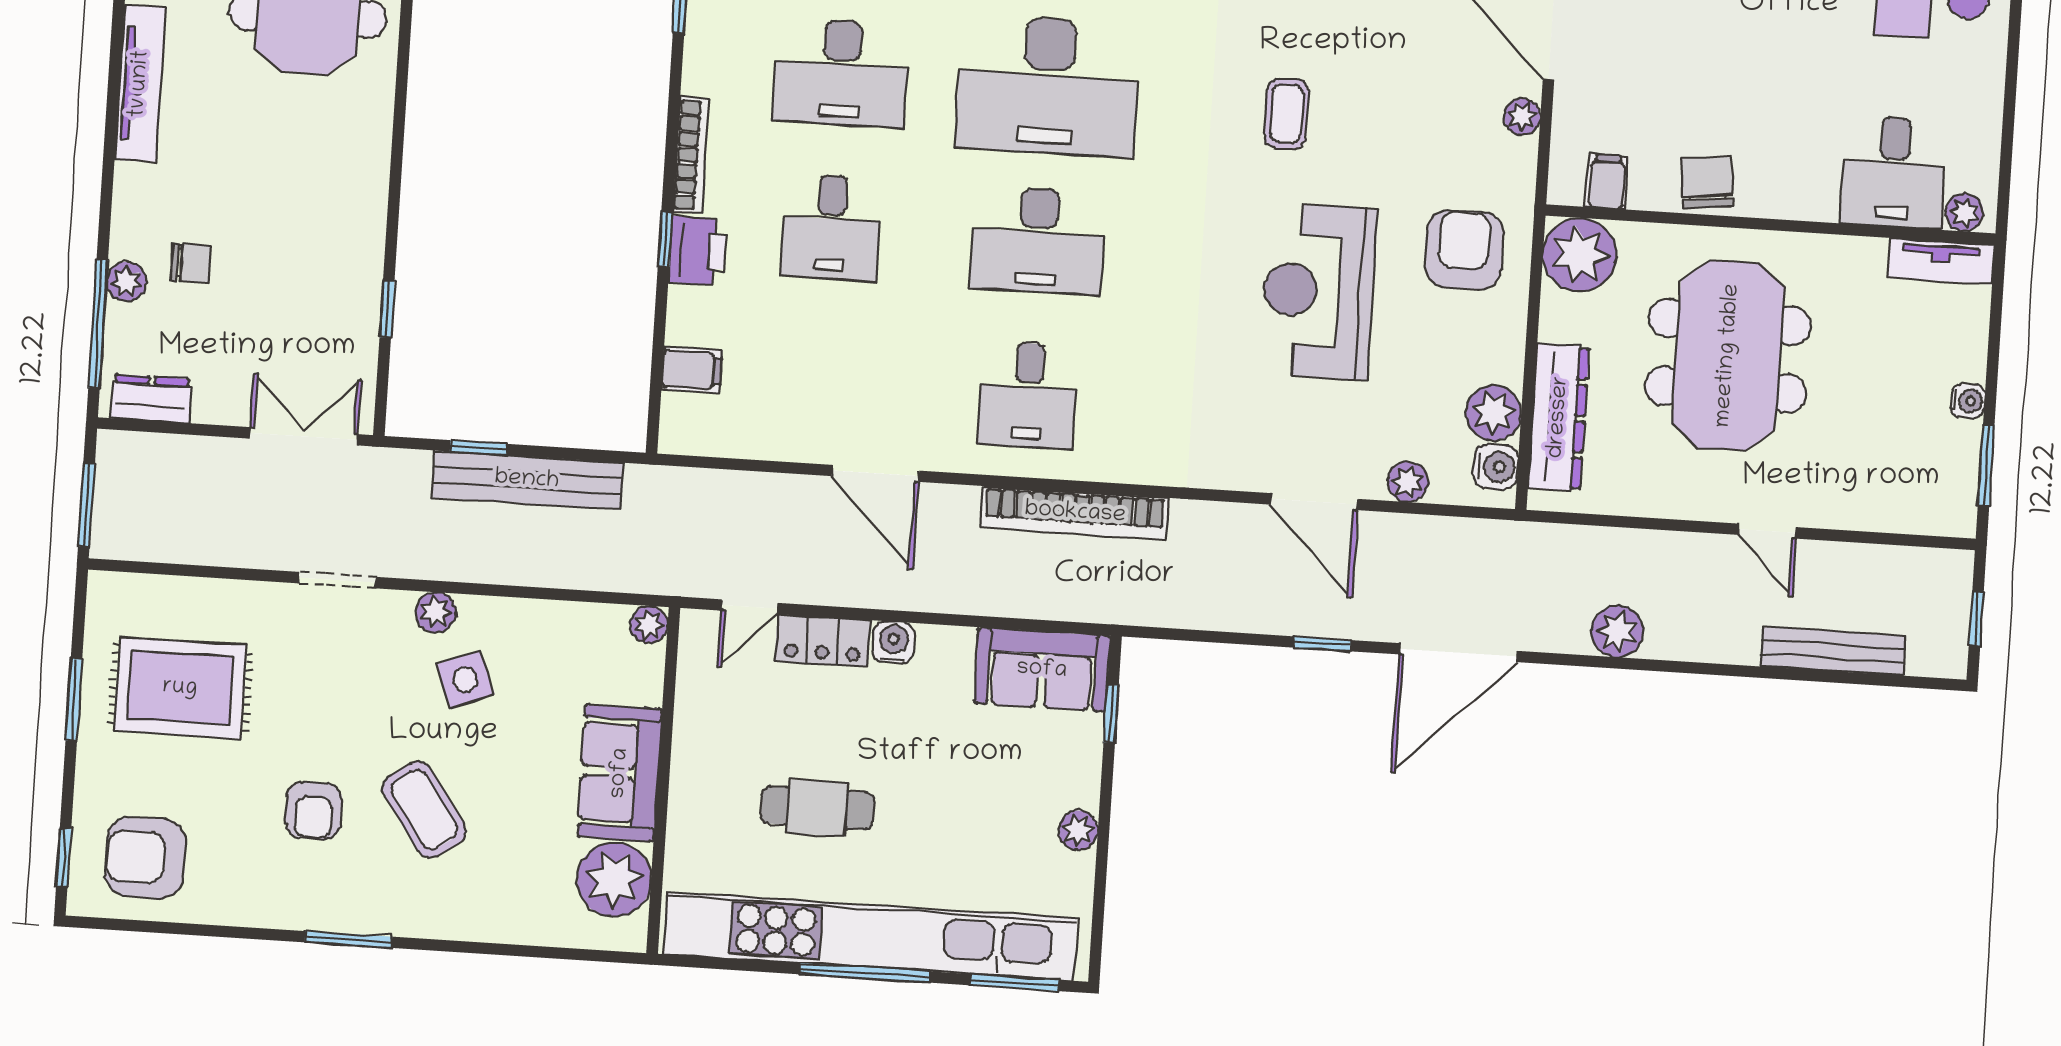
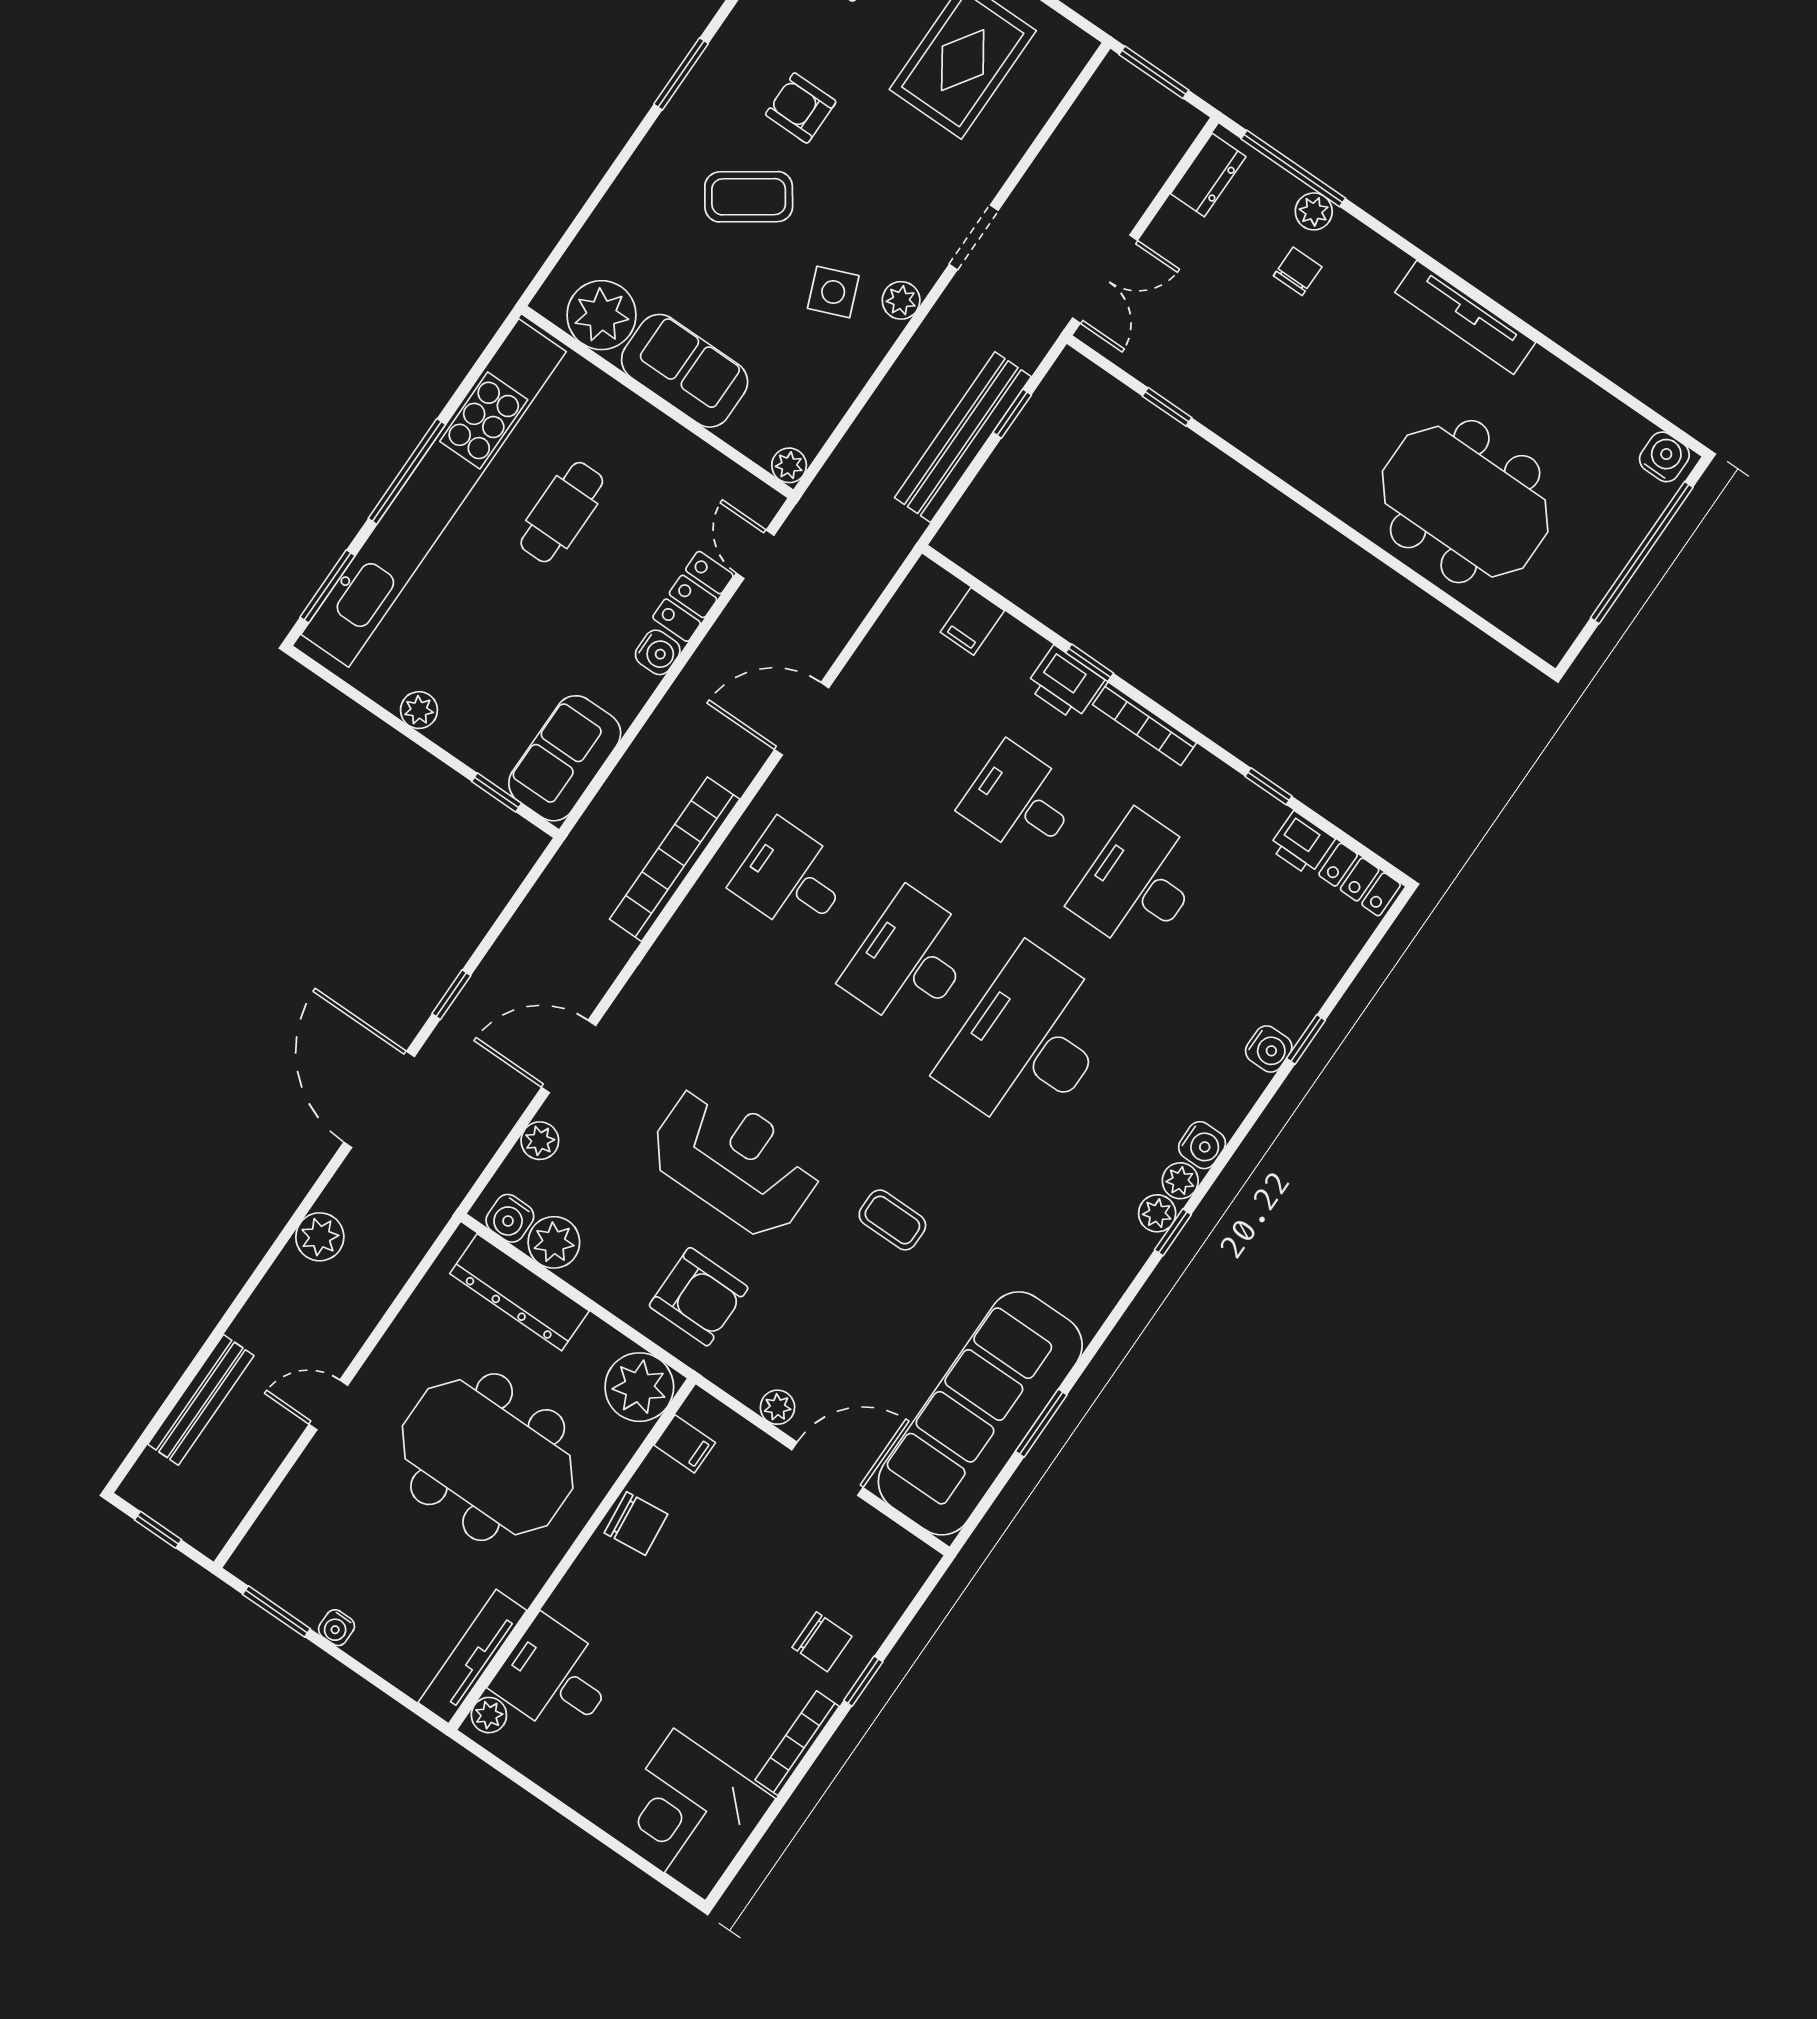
tv unit: (1941, 261) -> (472, 1656), width x1.41
chair: (190, 263) -> (1298, 271), turned 180

